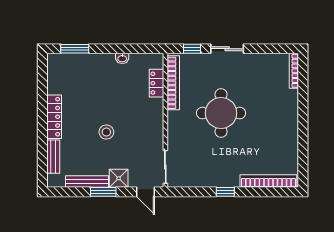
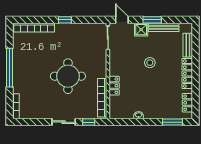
locker: (54, 76) -> (187, 103), added
locker: (156, 83) -> (114, 86), moved
window: (303, 125) -> (10, 68), added

